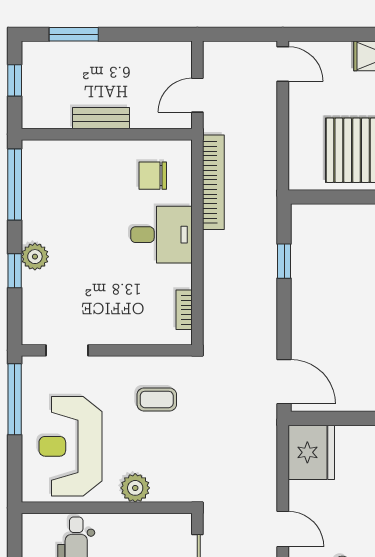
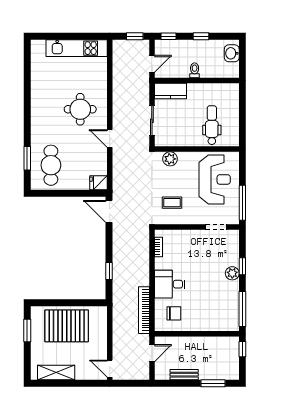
window: (15, 80) -> (242, 349), moved
bench: (101, 118) -> (184, 375), moved
fridge: (311, 452) -> (99, 183), width x0.53, depth x0.75
plant: (135, 488) -> (170, 159), moved

